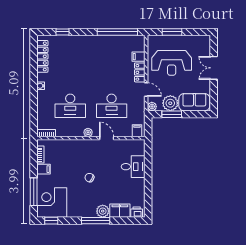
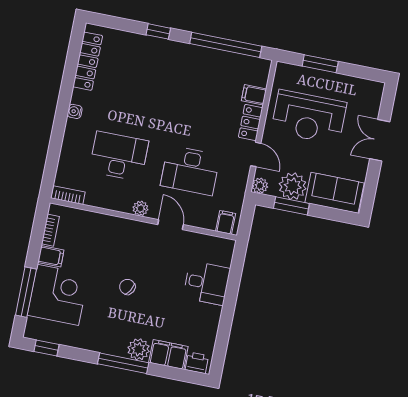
window: (62, 32) -> (158, 31), moved
desk: (70, 106) -> (119, 156), turned 180
corner desk: (52, 202) -> (58, 295), moved, turned 90

